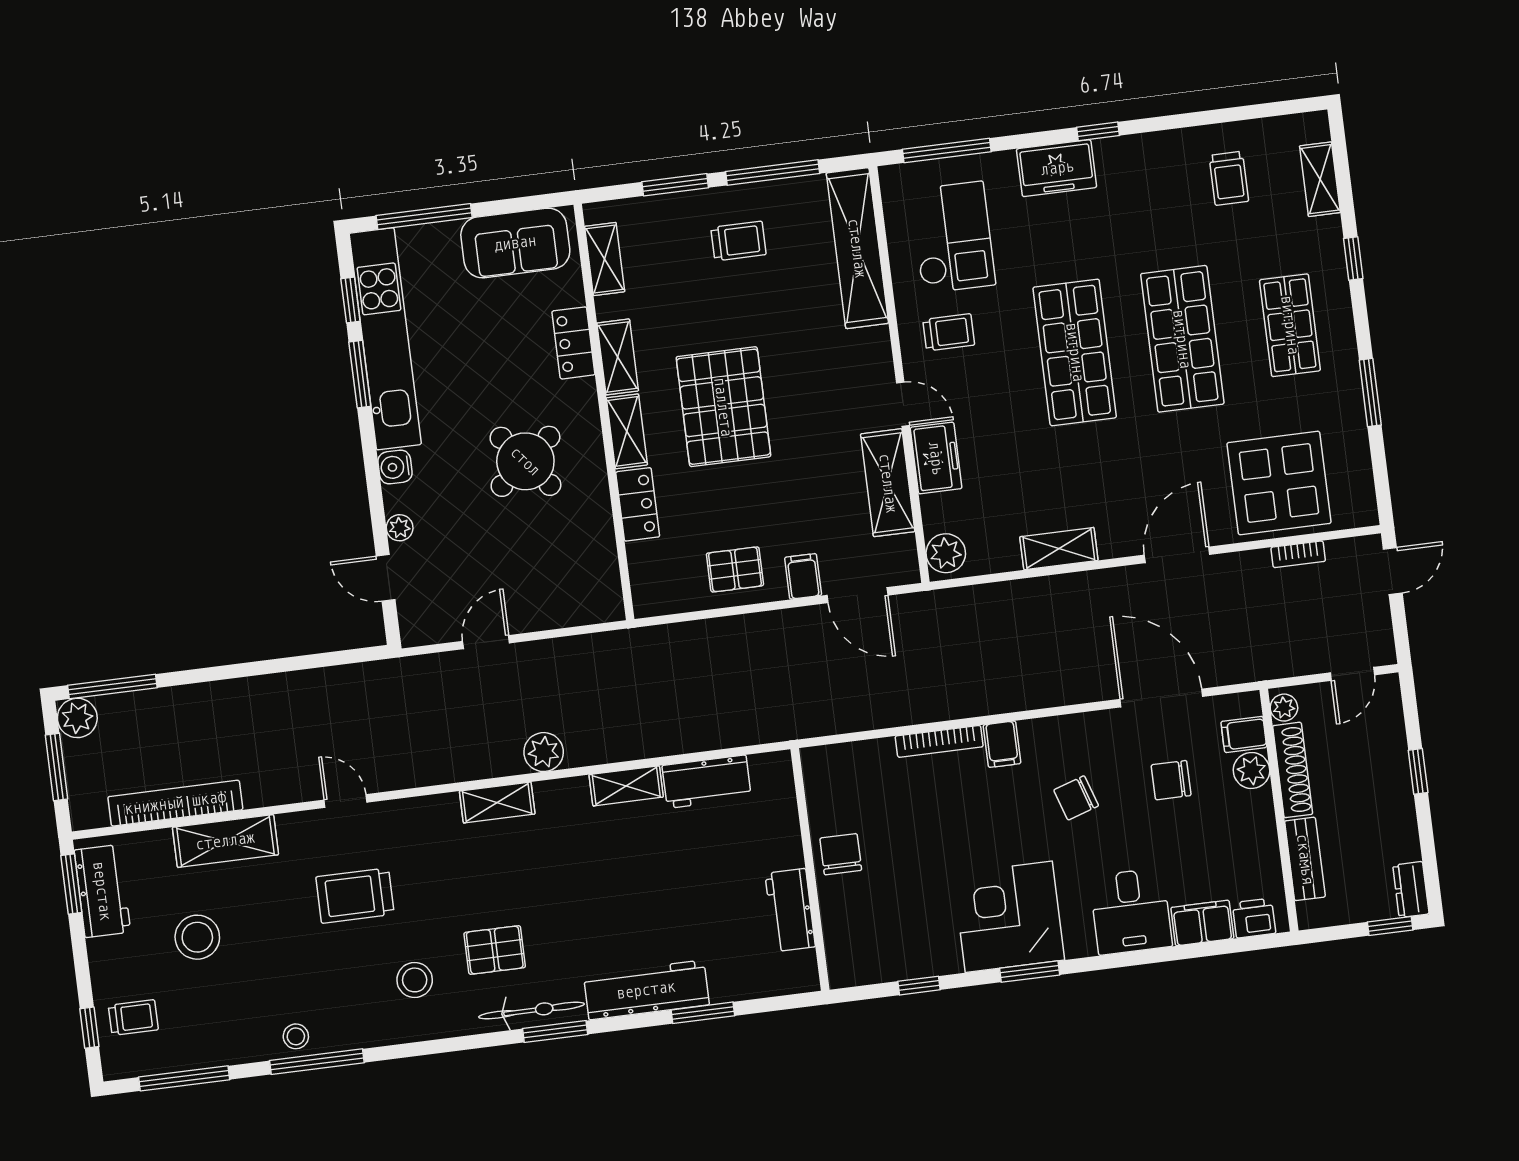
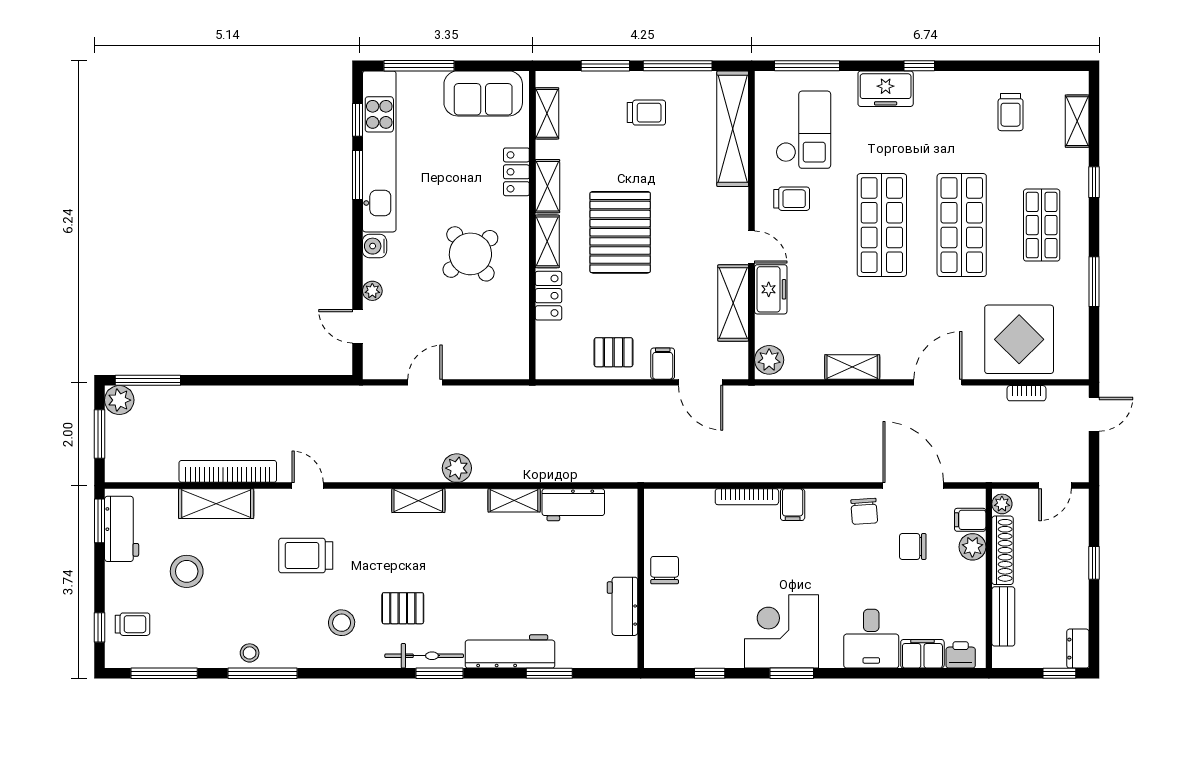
chair: (1076, 798) -> (864, 511), moved, turned -76
bookcase: (175, 803) -> (228, 471), moved

